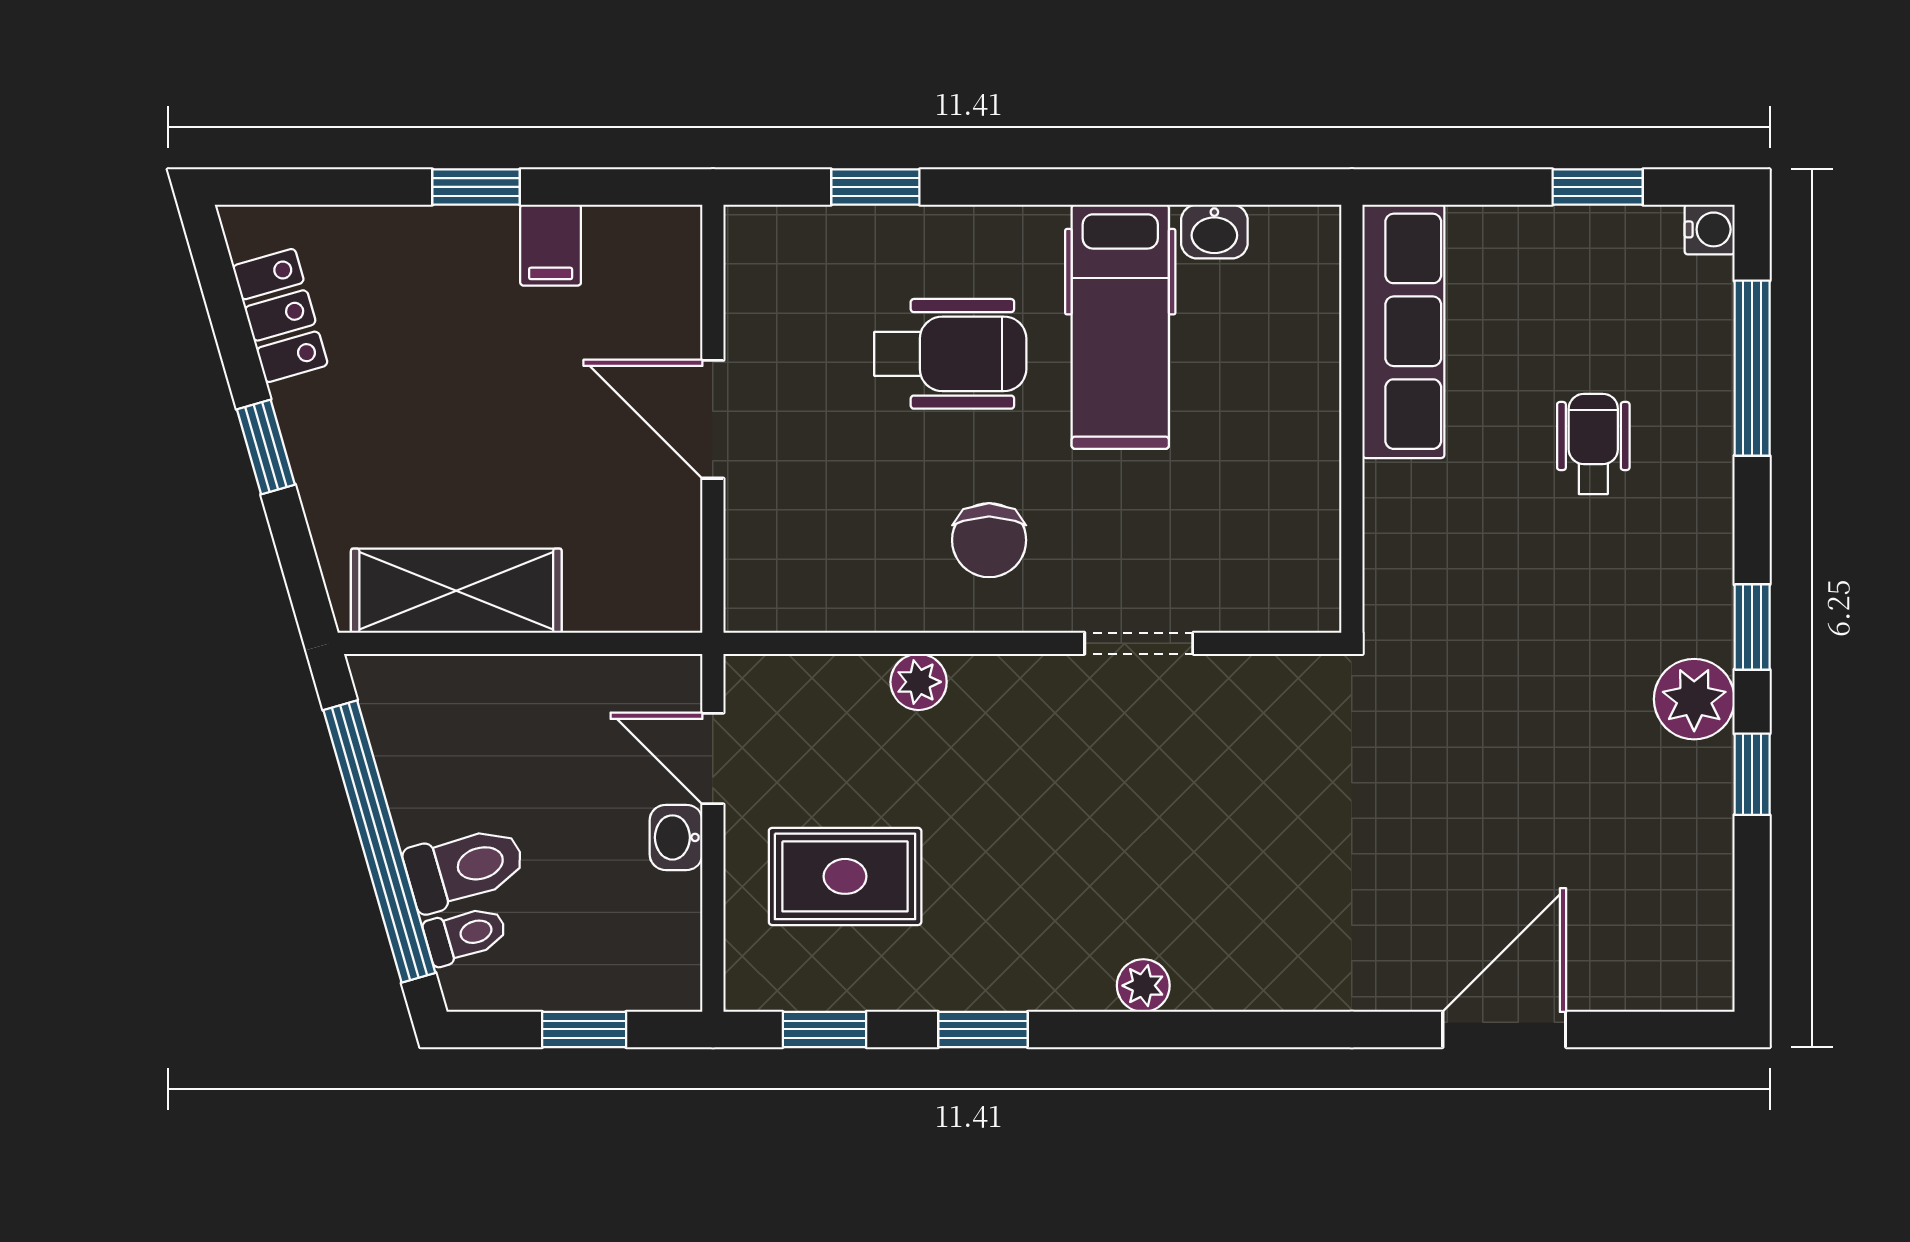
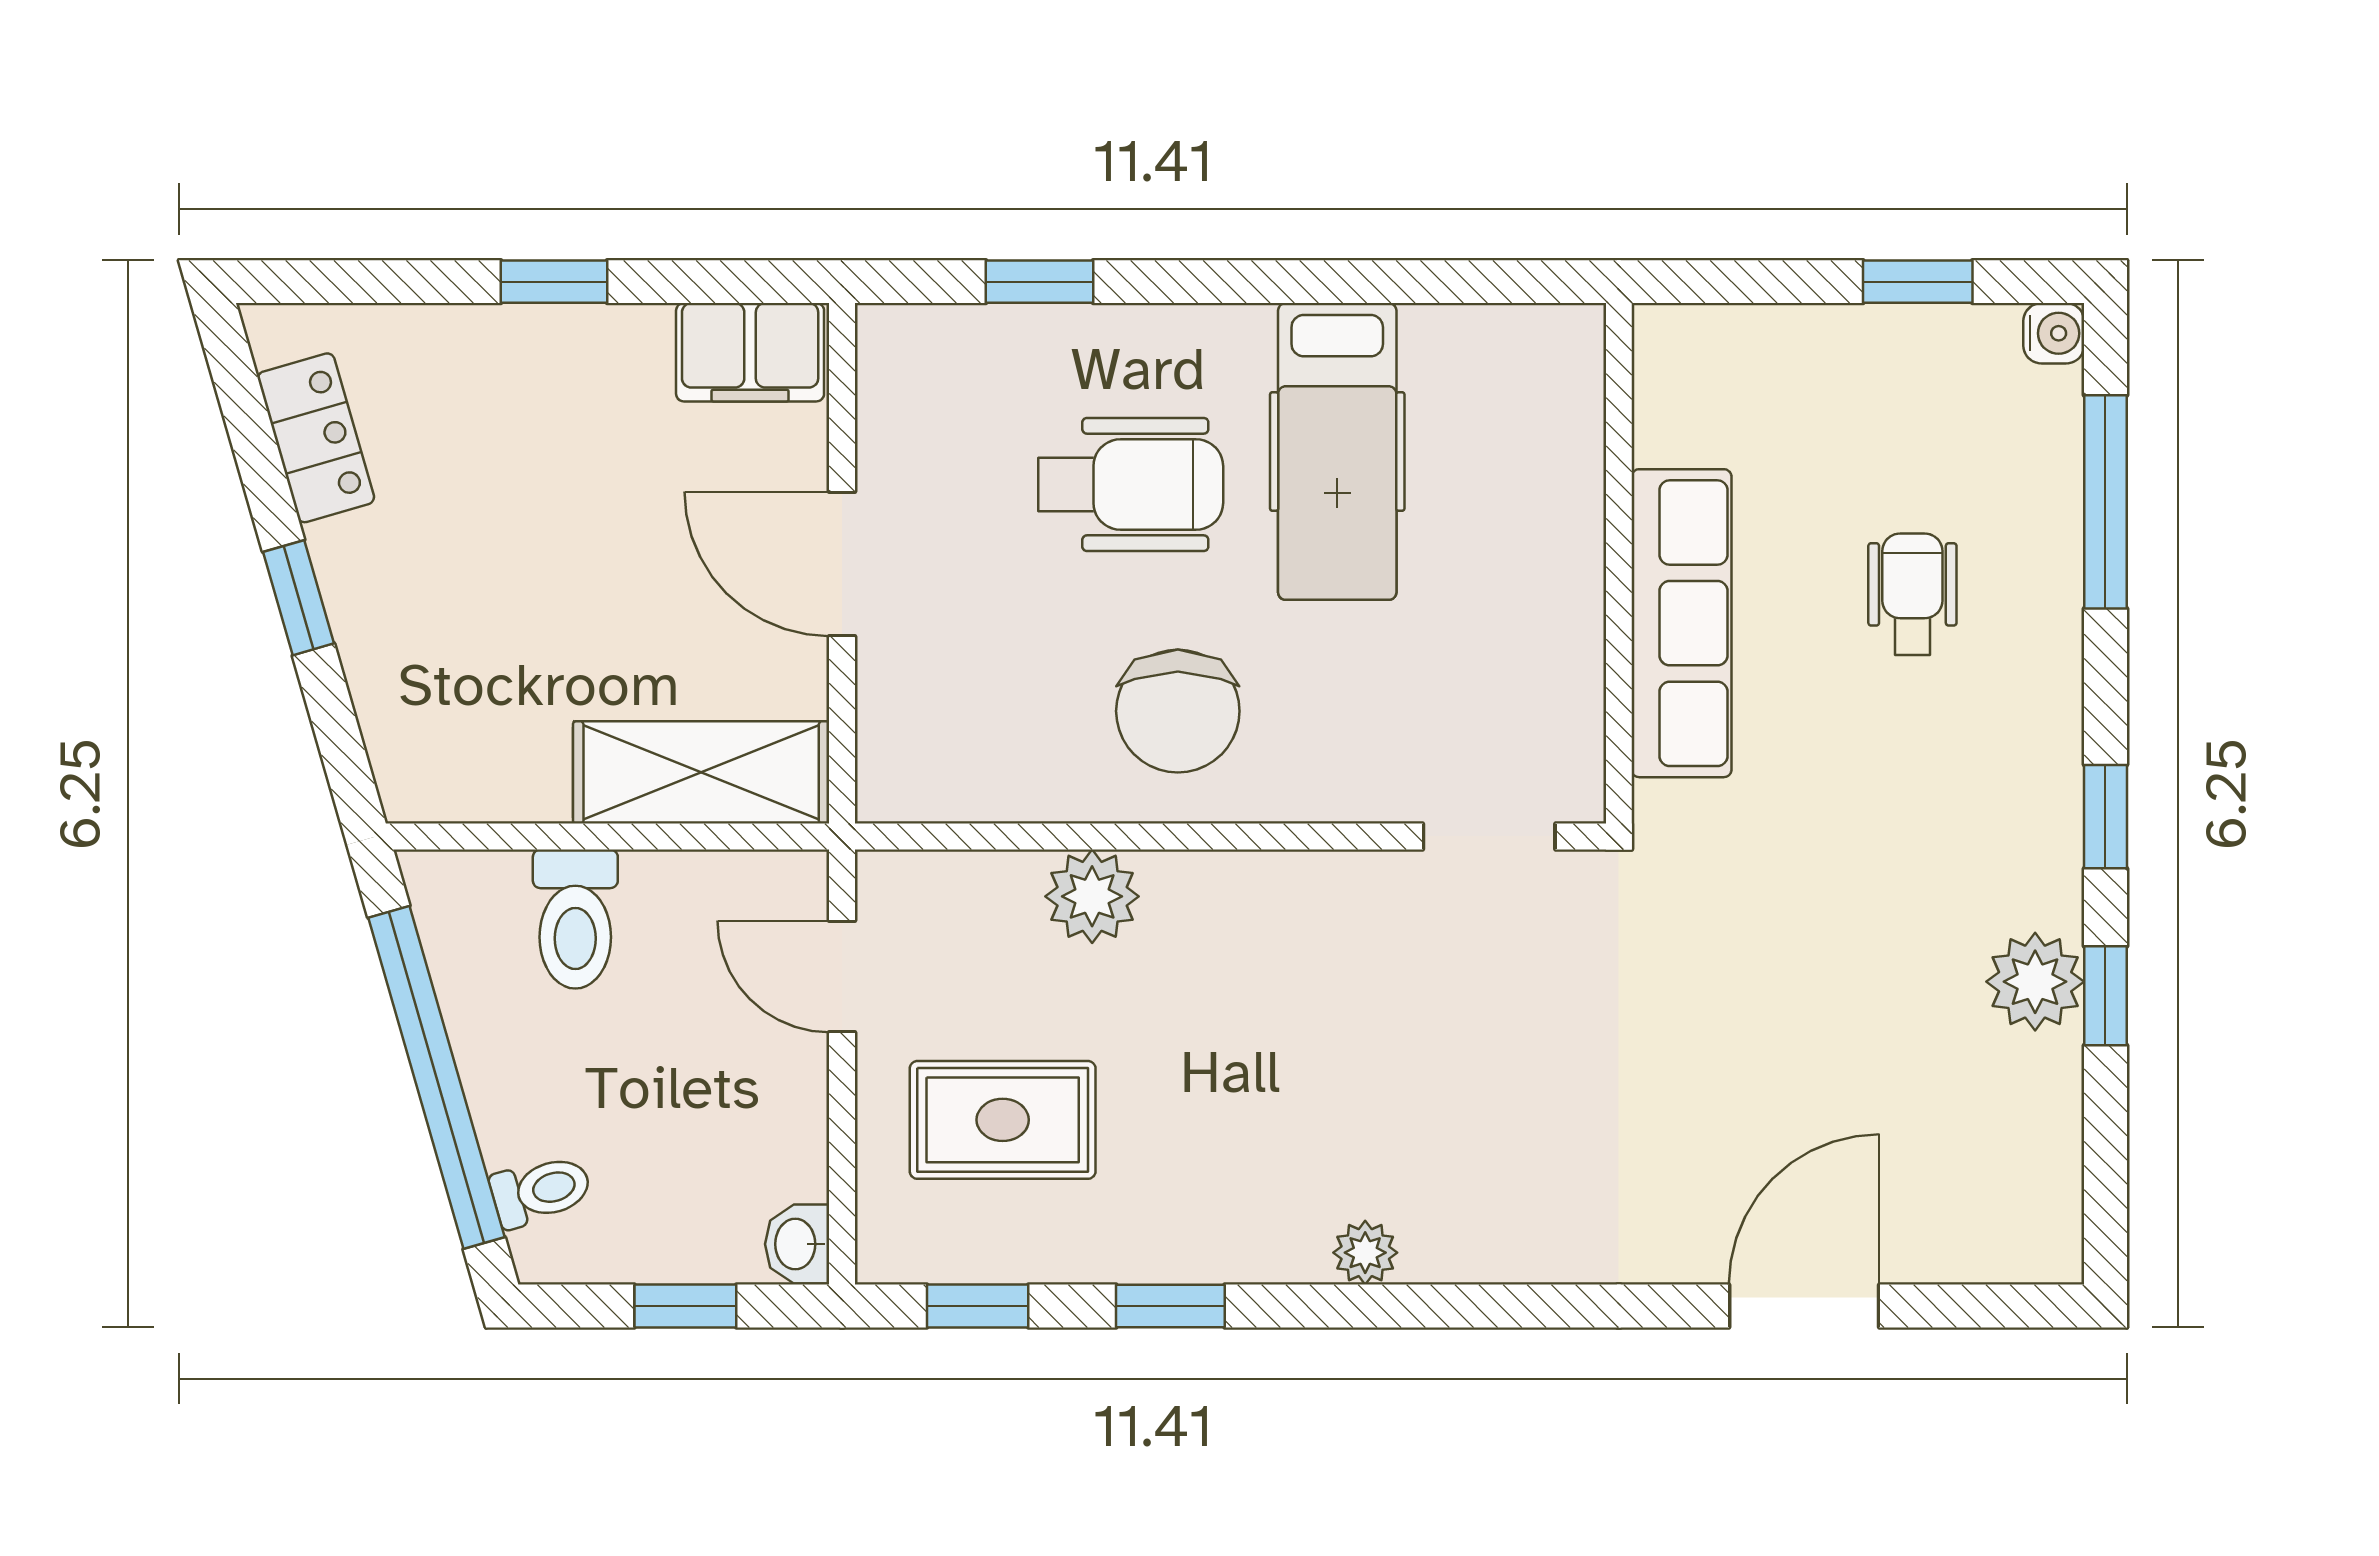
washbasin: (1214, 232) -> (1452, 336), removed
filing cabinet: (551, 245) -> (750, 352), moved, width x2.00
row of seats: (1403, 331) -> (1682, 623), moved
chair: (989, 540) -> (1178, 711), width x1.37, depth x1.37
shelving: (456, 591) -> (701, 772), moved
doorway: (1139, 643) -> (1489, 836), moved
plant: (919, 682) -> (1092, 896), width x1.38, depth x1.38
plant: (1694, 699) -> (2035, 982), moved
washbasin: (676, 837) -> (797, 1244), moved
toilet: (465, 868) -> (575, 919), moved, turned 106

